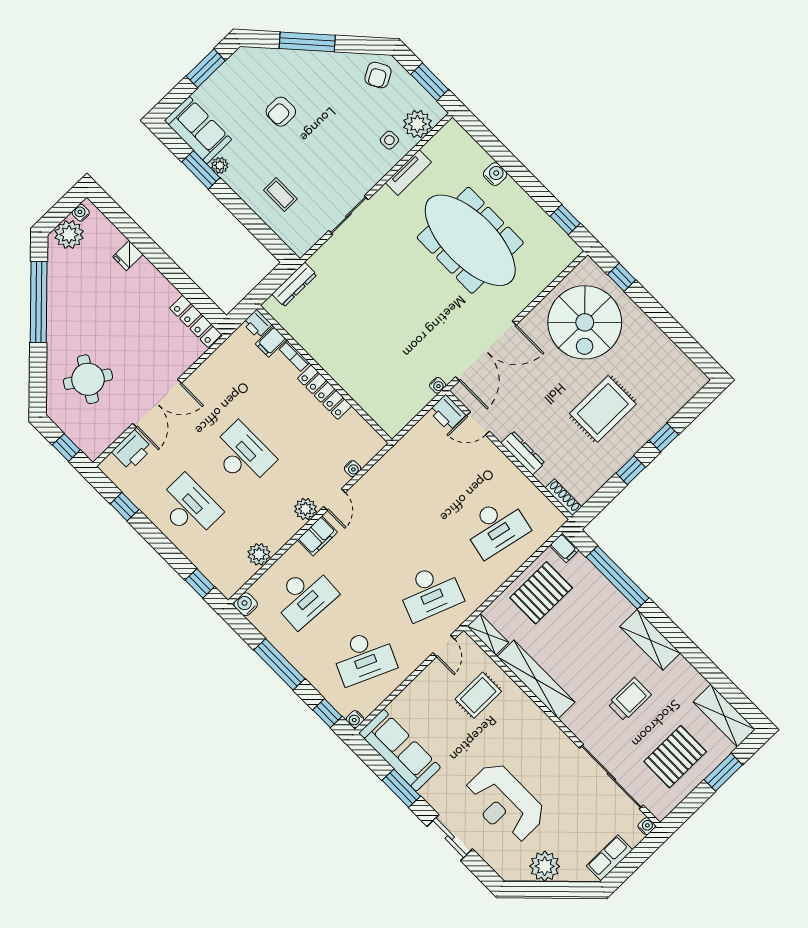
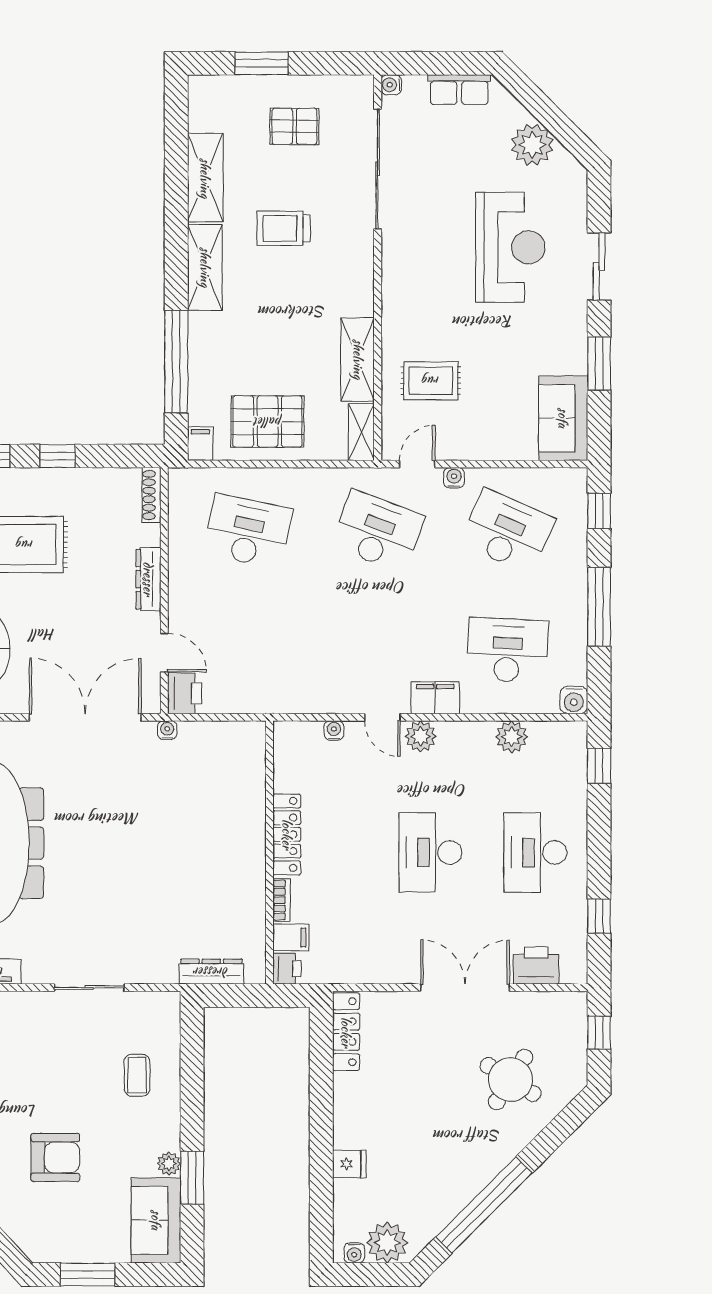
armchair: (281, 112) -> (55, 1157), width x1.38, depth x1.38
door: (334, 500) -> (382, 717), swing flipped
shelving: (536, 679) -> (358, 359), width x0.68
shelving: (724, 716) -> (205, 178), moved
water cooler: (355, 719) -> (454, 478), moved, turned -90
sofa: (400, 750) -> (563, 418), width x0.73
pallet: (675, 757) -> (294, 126), width x0.67, depth x0.71

